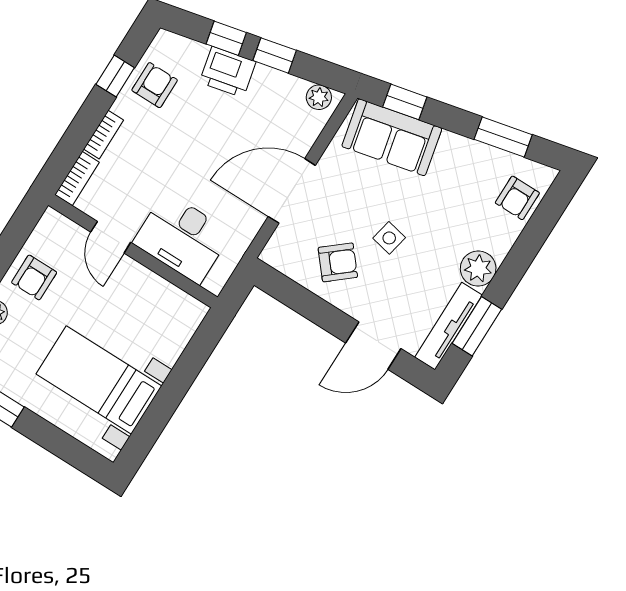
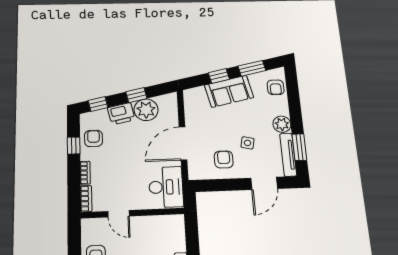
window: (226, 38) -> (98, 104), moved
plant: (319, 97) -> (146, 110), moved, width x1.88, depth x1.88
window: (405, 102) -> (219, 76), moved
sofa: (392, 137) -> (229, 91), moved
desk: (182, 238) -> (166, 187), moved, turned -90
side table: (389, 238) -> (248, 143), moved
armchair: (338, 262) -> (224, 159), turned -50

